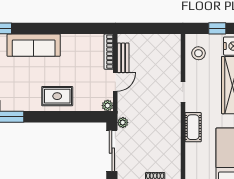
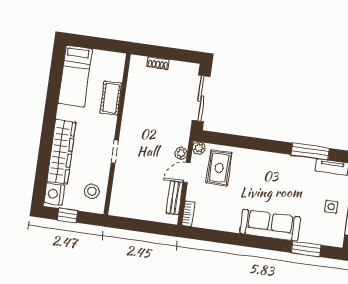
bookcase: (109, 52) -> (188, 214), width x0.64
rug: (57, 96) -> (219, 168), moved, turned 90
plant: (123, 122) -> (181, 153), moved
cot: (193, 127) -> (111, 98), moved

